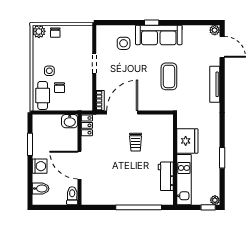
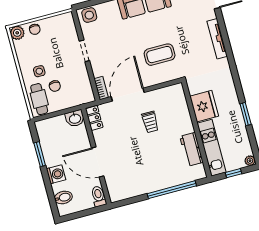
side table: (124, 43) -> (89, 15), moved
coffee table: (169, 76) -> (160, 55), moved, turned 90
window: (208, 207) -> (234, 173), moved

